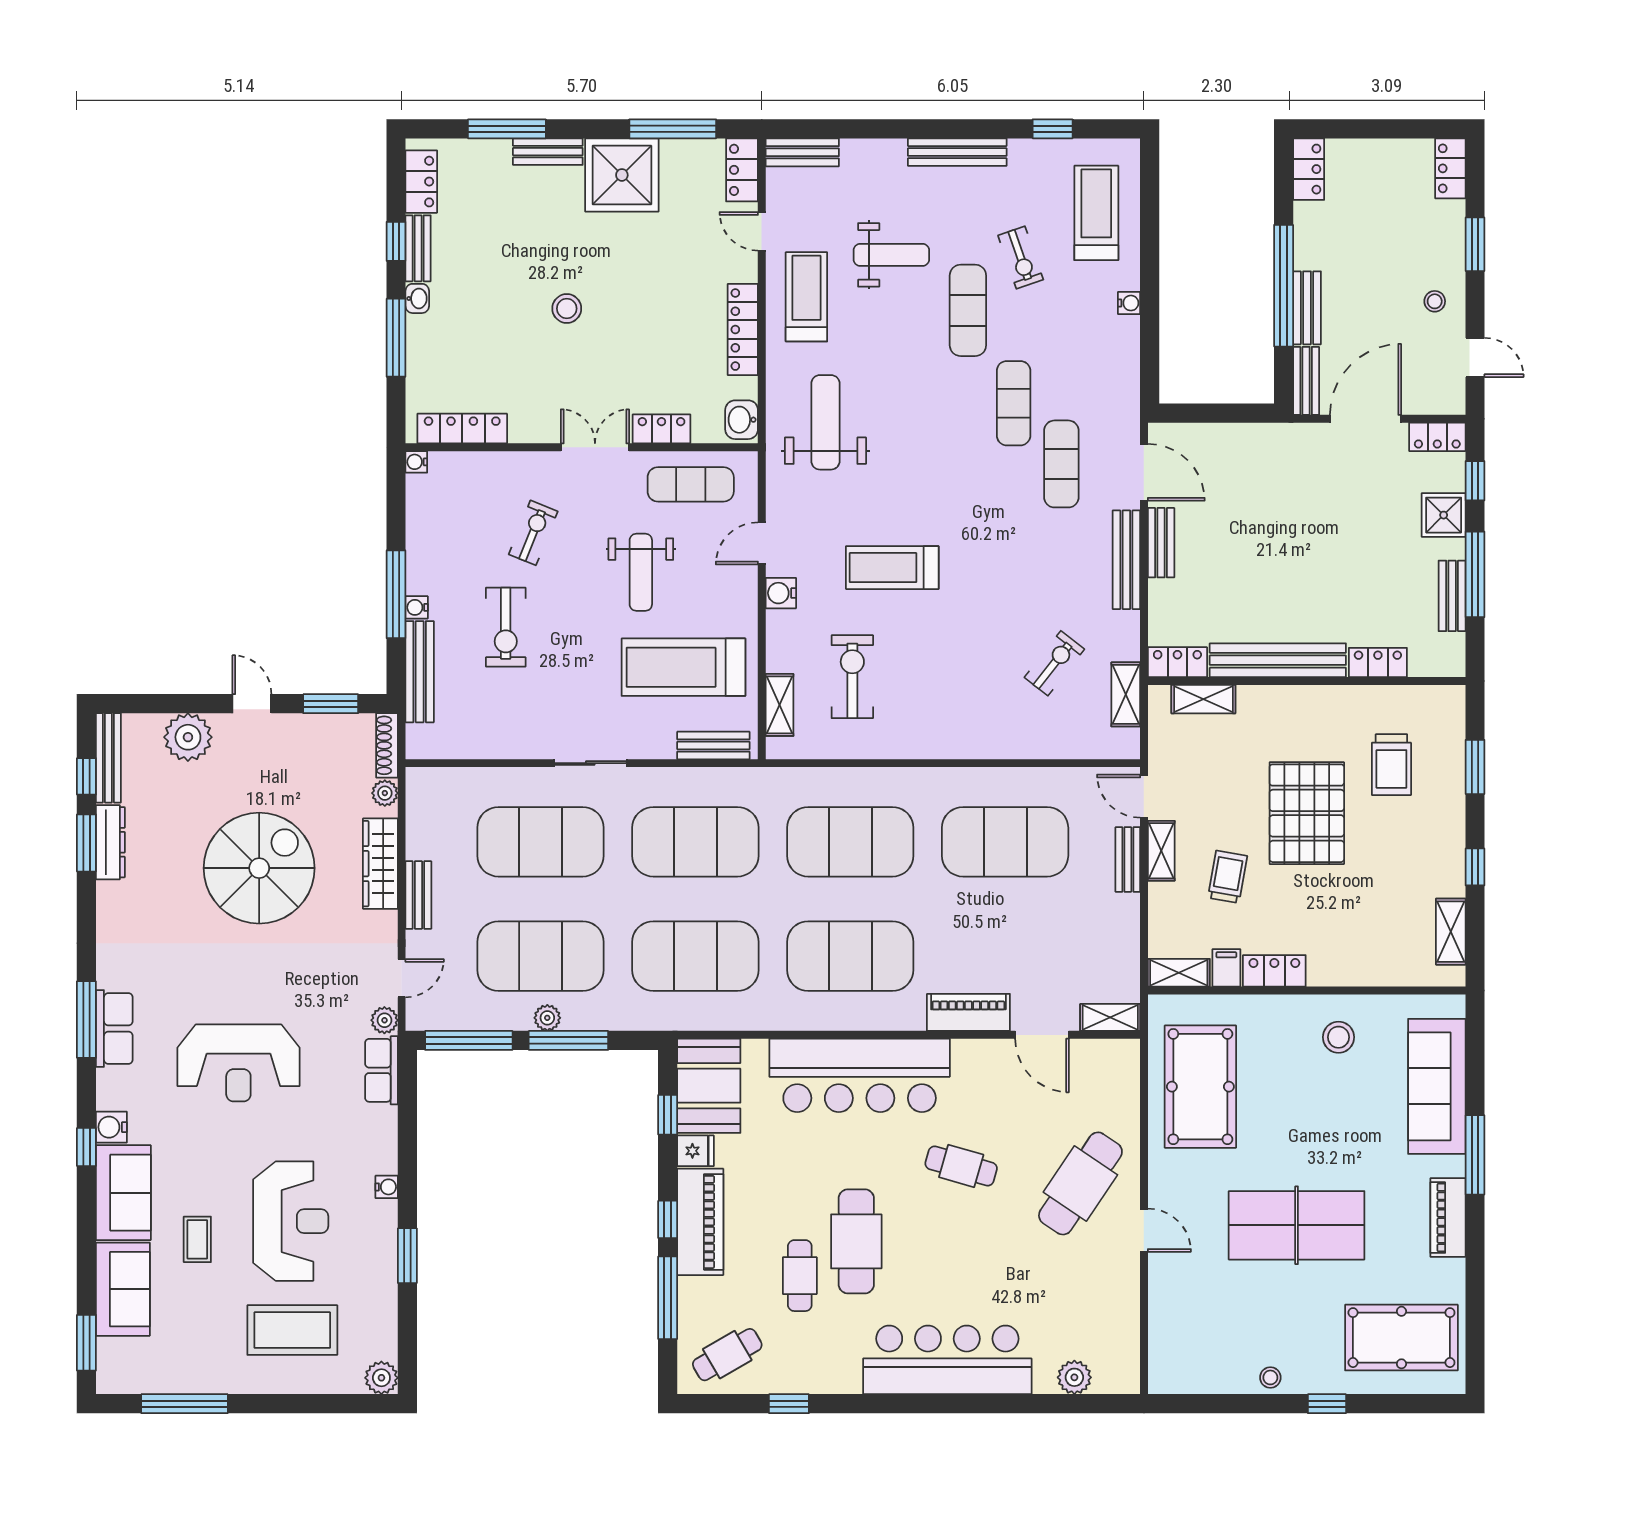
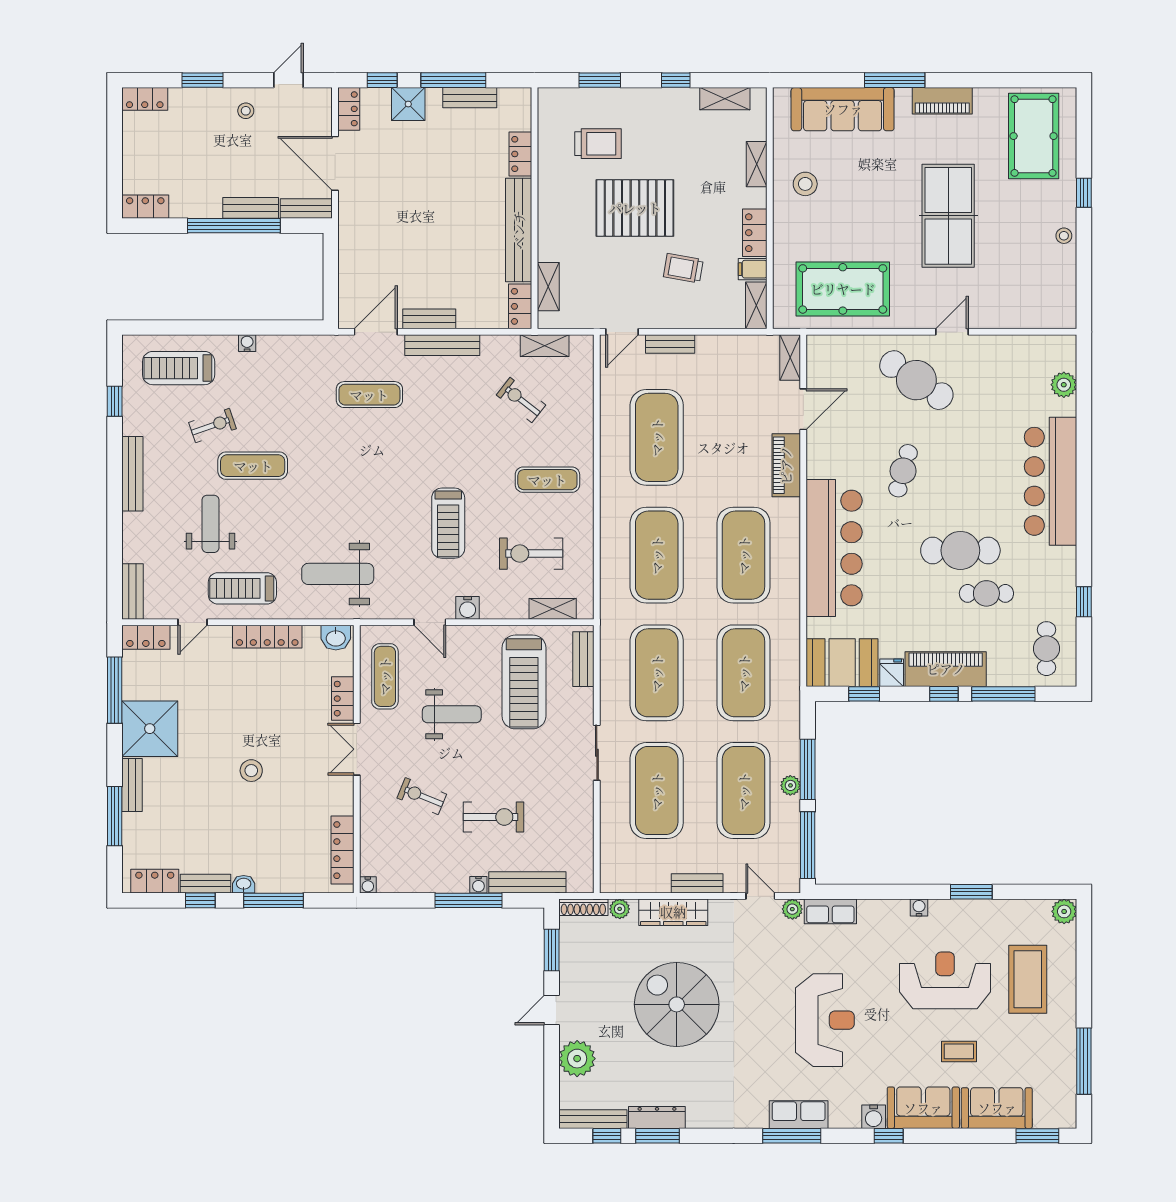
exercise mat: (1014, 403) -> (547, 480), moved
shelving: (1161, 851) -> (757, 164), moved, turned 90
cafe table: (727, 1355) -> (1046, 649), turned 30

